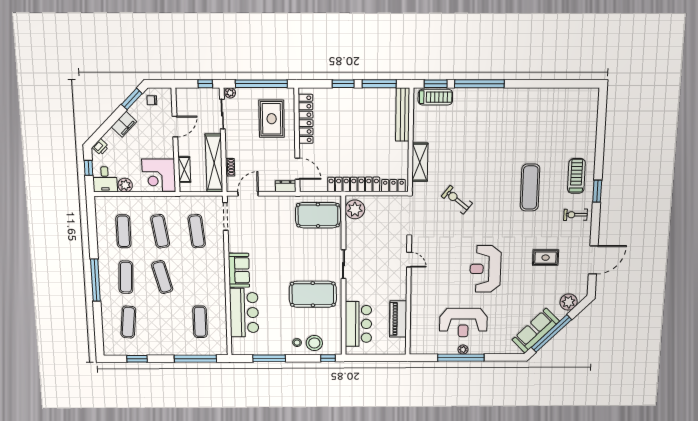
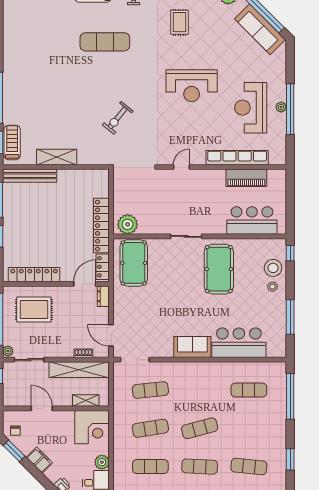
shelving: (420, 162) -> (57, 157), moved
locker: (393, 186) -> (103, 267), moved
row of seats: (417, 310) -> (237, 158), added
reception desk: (463, 323) -> (251, 108), turned 180

